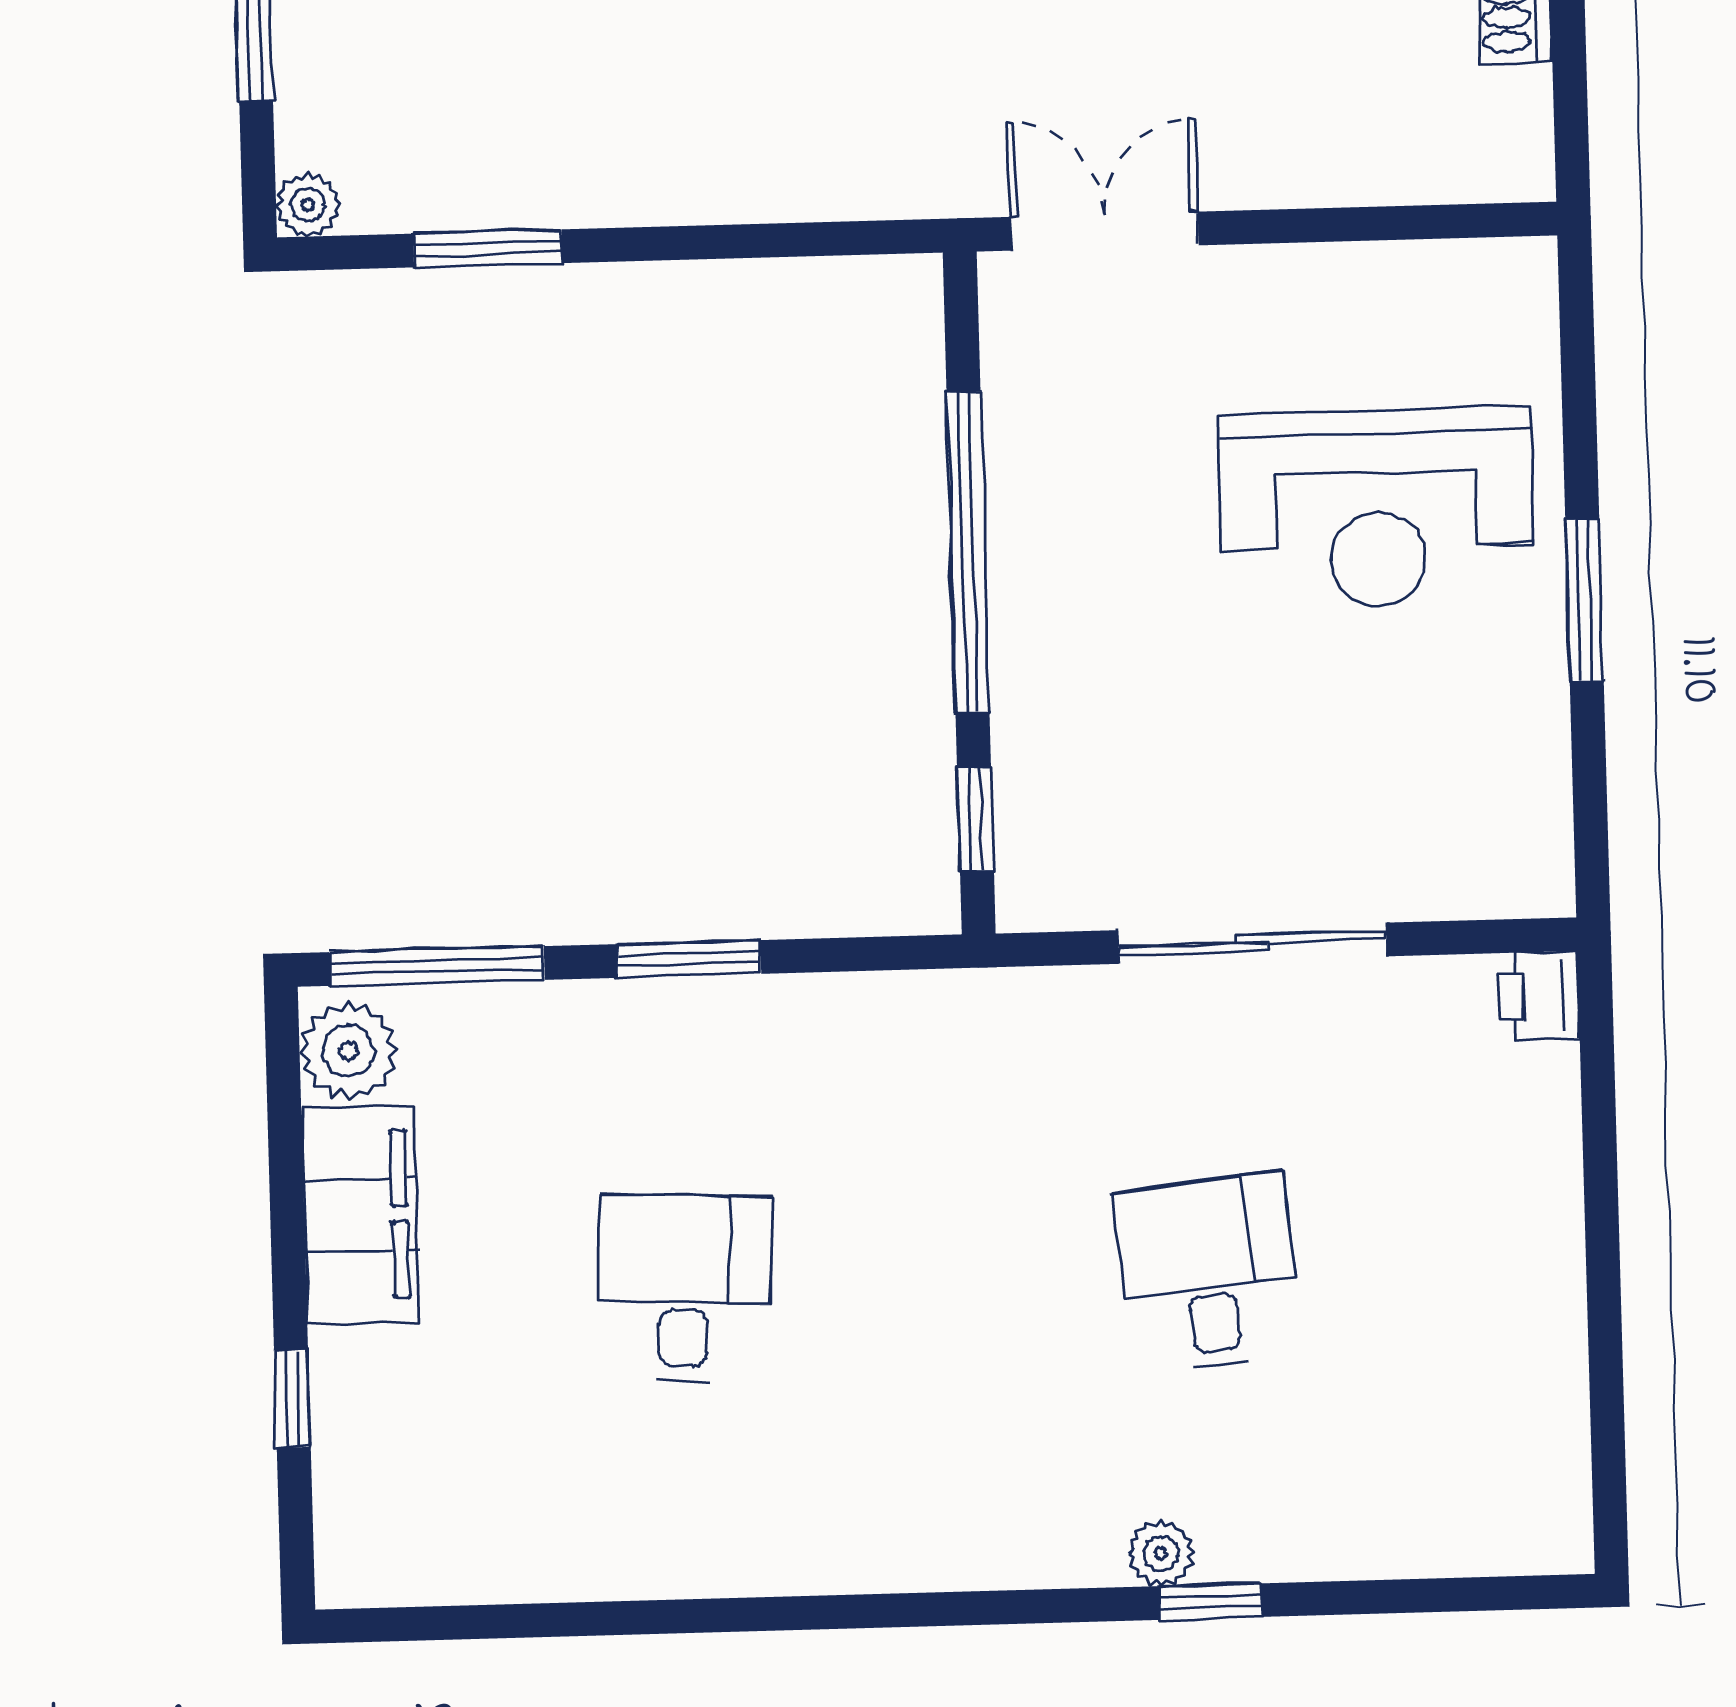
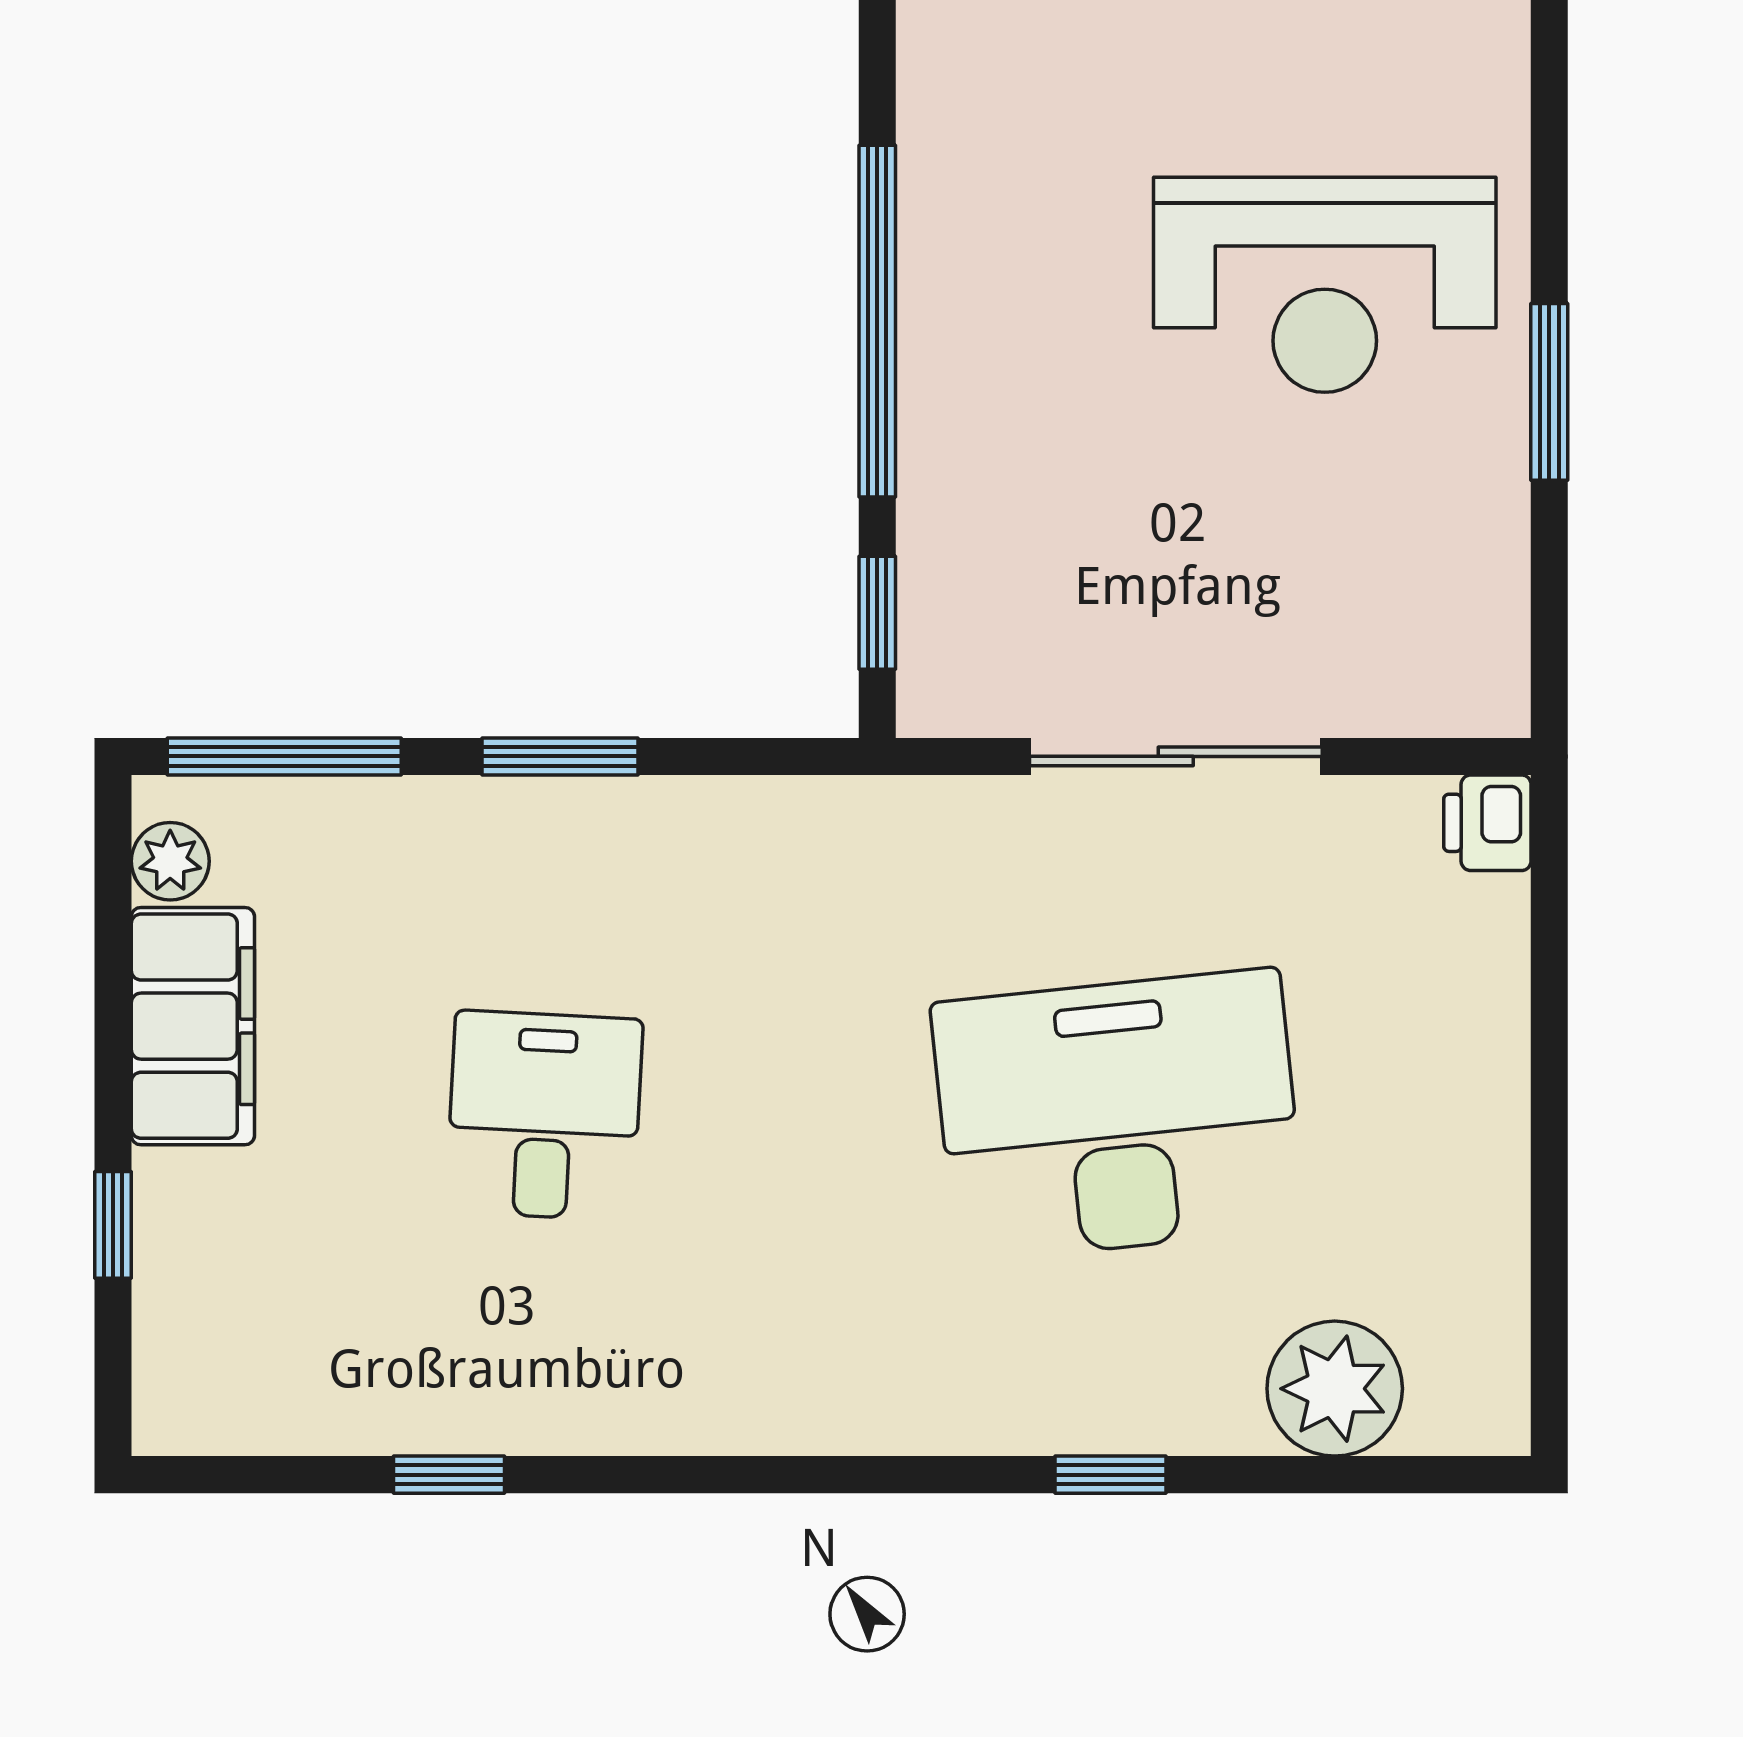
plant: (348, 1051) -> (170, 861), width x0.73, depth x0.73
desk: (1209, 1273) -> (1118, 1116), width x1.87, depth x1.30
plant: (1161, 1553) -> (1335, 1389), moved, width x1.88, depth x1.88
window: (606, 1618) -> (449, 1475), added

